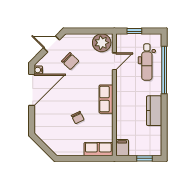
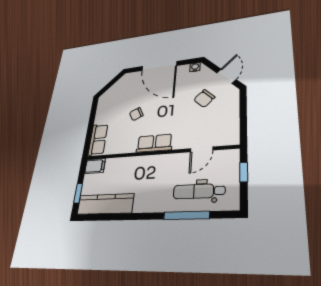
plant: (102, 43) -> (227, 132), removed
door: (114, 61) -> (202, 149), hinge flipped
window: (164, 70) -> (186, 215), width x0.68
door: (32, 90) -> (159, 66), moved
kitchen counter: (154, 111) -> (105, 204), moved, width x1.50

